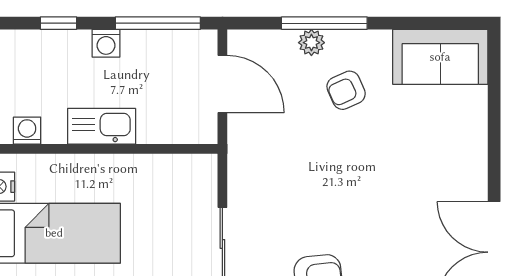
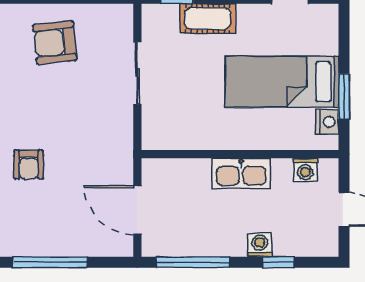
washing machine: (106, 43) -> (260, 245), moved
plant: (311, 43) -> (61, 246), removed
armchair: (346, 90) -> (29, 164), moved, turned 114

